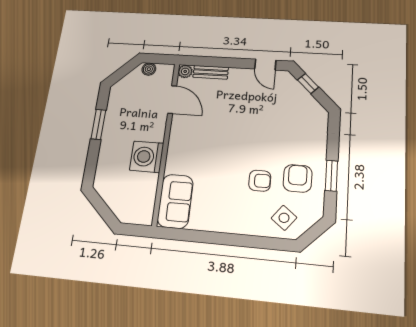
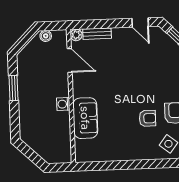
washing machine: (147, 157) -> (63, 104), width x0.53, depth x0.53
sofa: (175, 201) -> (85, 118), moved

